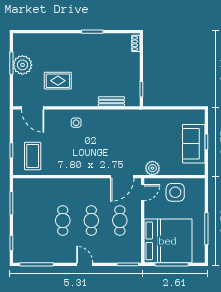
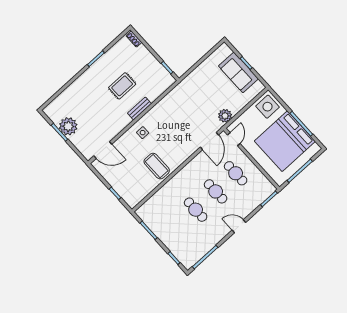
rug: (58, 81) -> (122, 86), moved
bench: (111, 102) -> (139, 108), moved
coffee table: (33, 156) -> (157, 166), moved
side table: (175, 192) -> (268, 107), moved
bed: (168, 241) -> (285, 141), moved, turned 180

